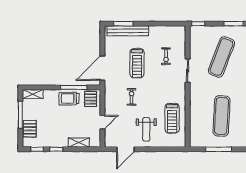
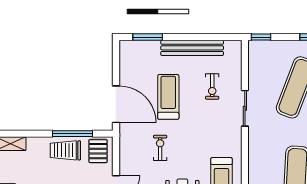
bench: (128, 31) -> (192, 48), moved
treadmill: (137, 63) -> (168, 97), turned 180
door: (102, 68) -> (116, 104), swing flipped

